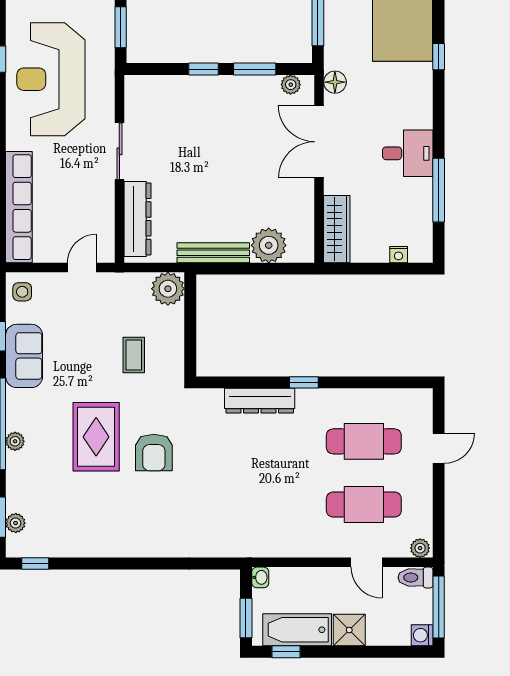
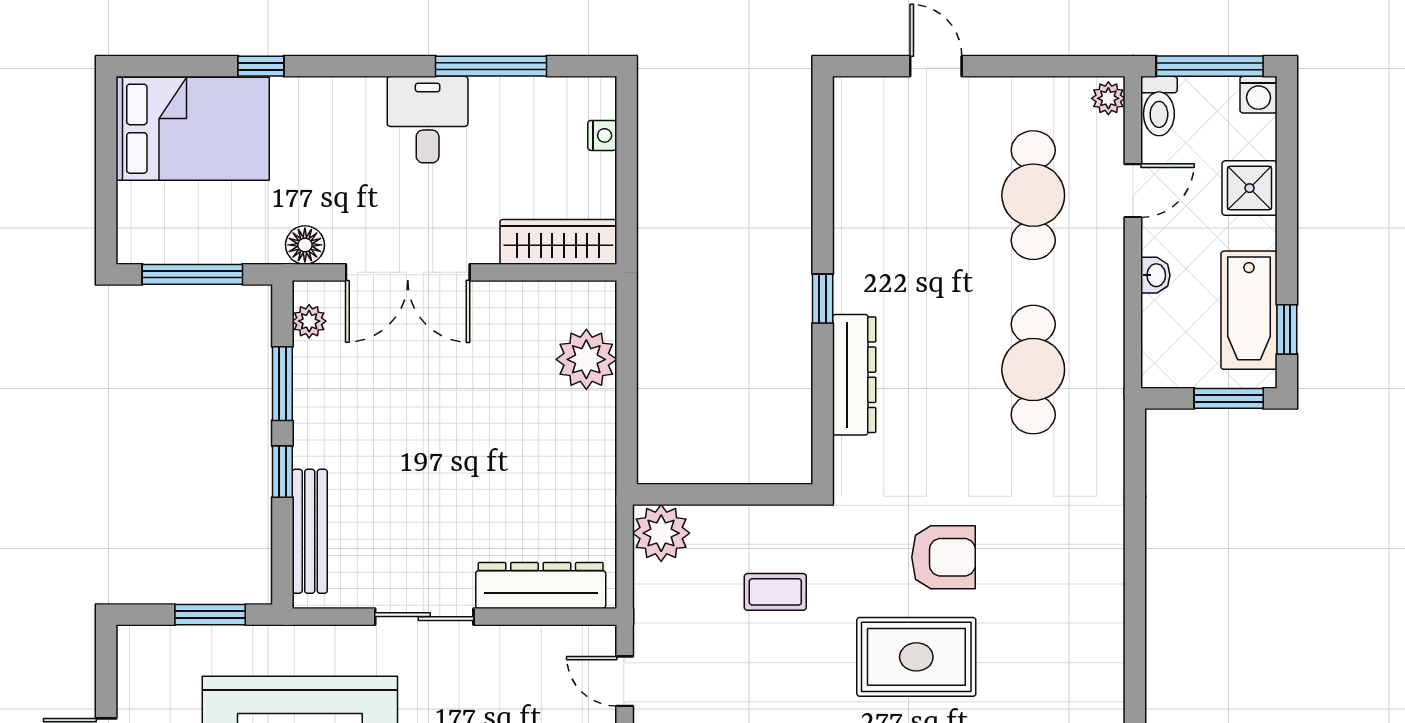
bench: (213, 253) -> (310, 531), moved
cafe table: (364, 441) -> (1033, 370), moved
washbasin: (260, 577) -> (1155, 275), moved, turned 90
shower: (349, 630) -> (1250, 188), moved

